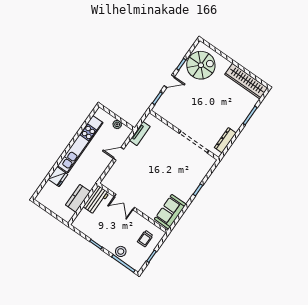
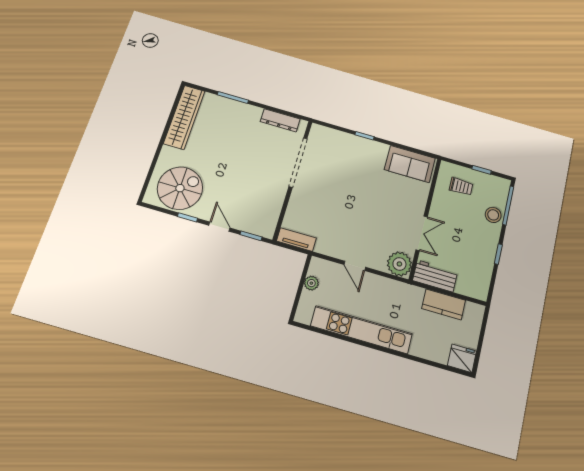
spiral stairs: (201, 65) -> (180, 188), turned 90
tv unit: (140, 134) -> (296, 239), moved
fridge: (58, 177) -> (462, 358), moved
plant: (111, 181) -> (399, 264), added

